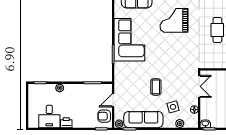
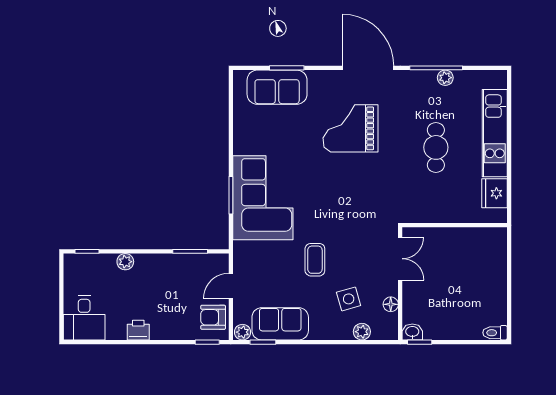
corner sofa: (129, 40) -> (263, 198), moved
desk: (49, 116) -> (84, 318), moved
sofa: (143, 120) -> (280, 324), width x0.73

